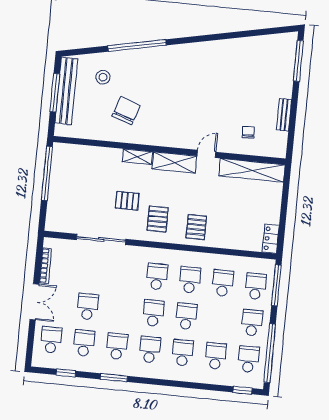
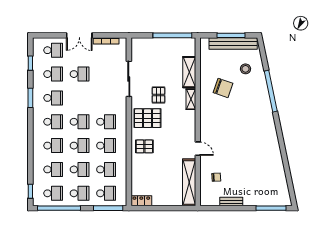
shelving: (174, 163) -> (189, 72), moved
pallet: (158, 219) -> (147, 118), width x1.50, depth x1.42
school desk: (219, 319) -> (80, 169), added

